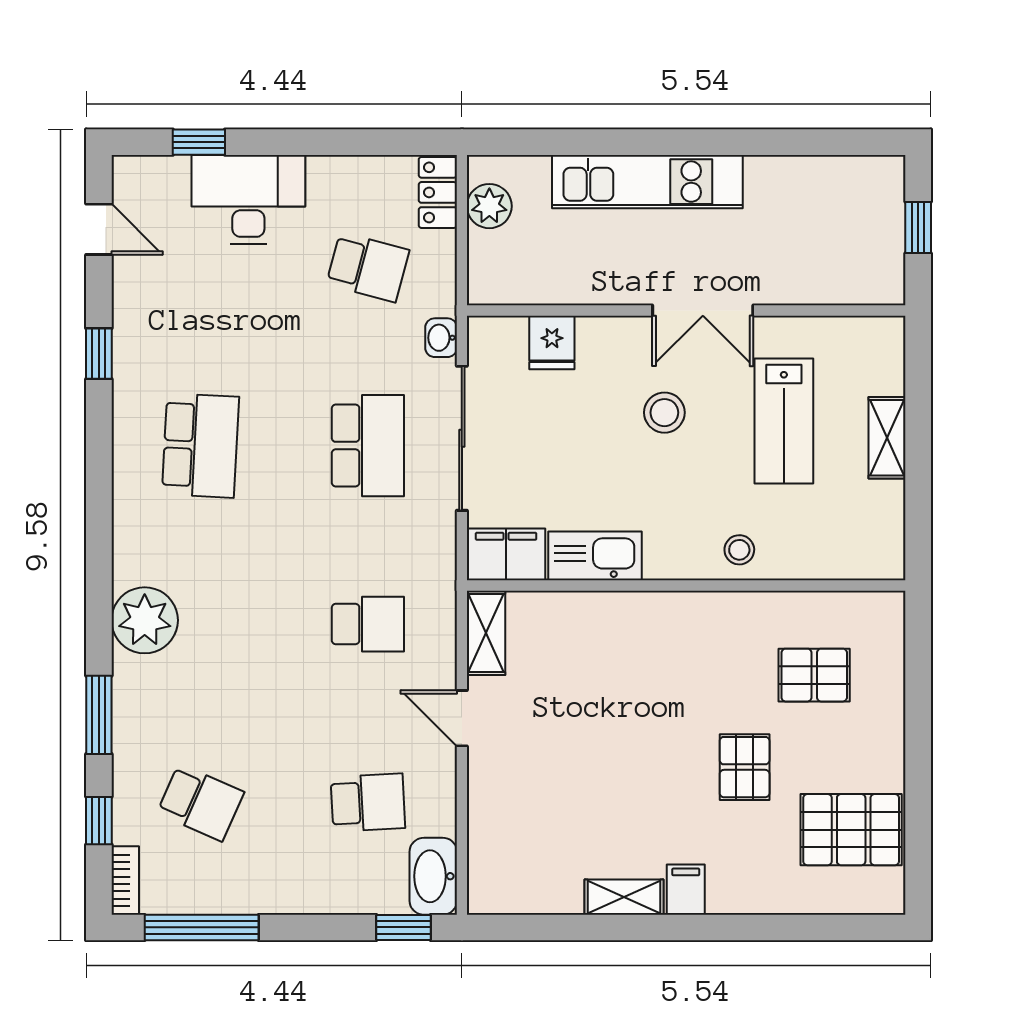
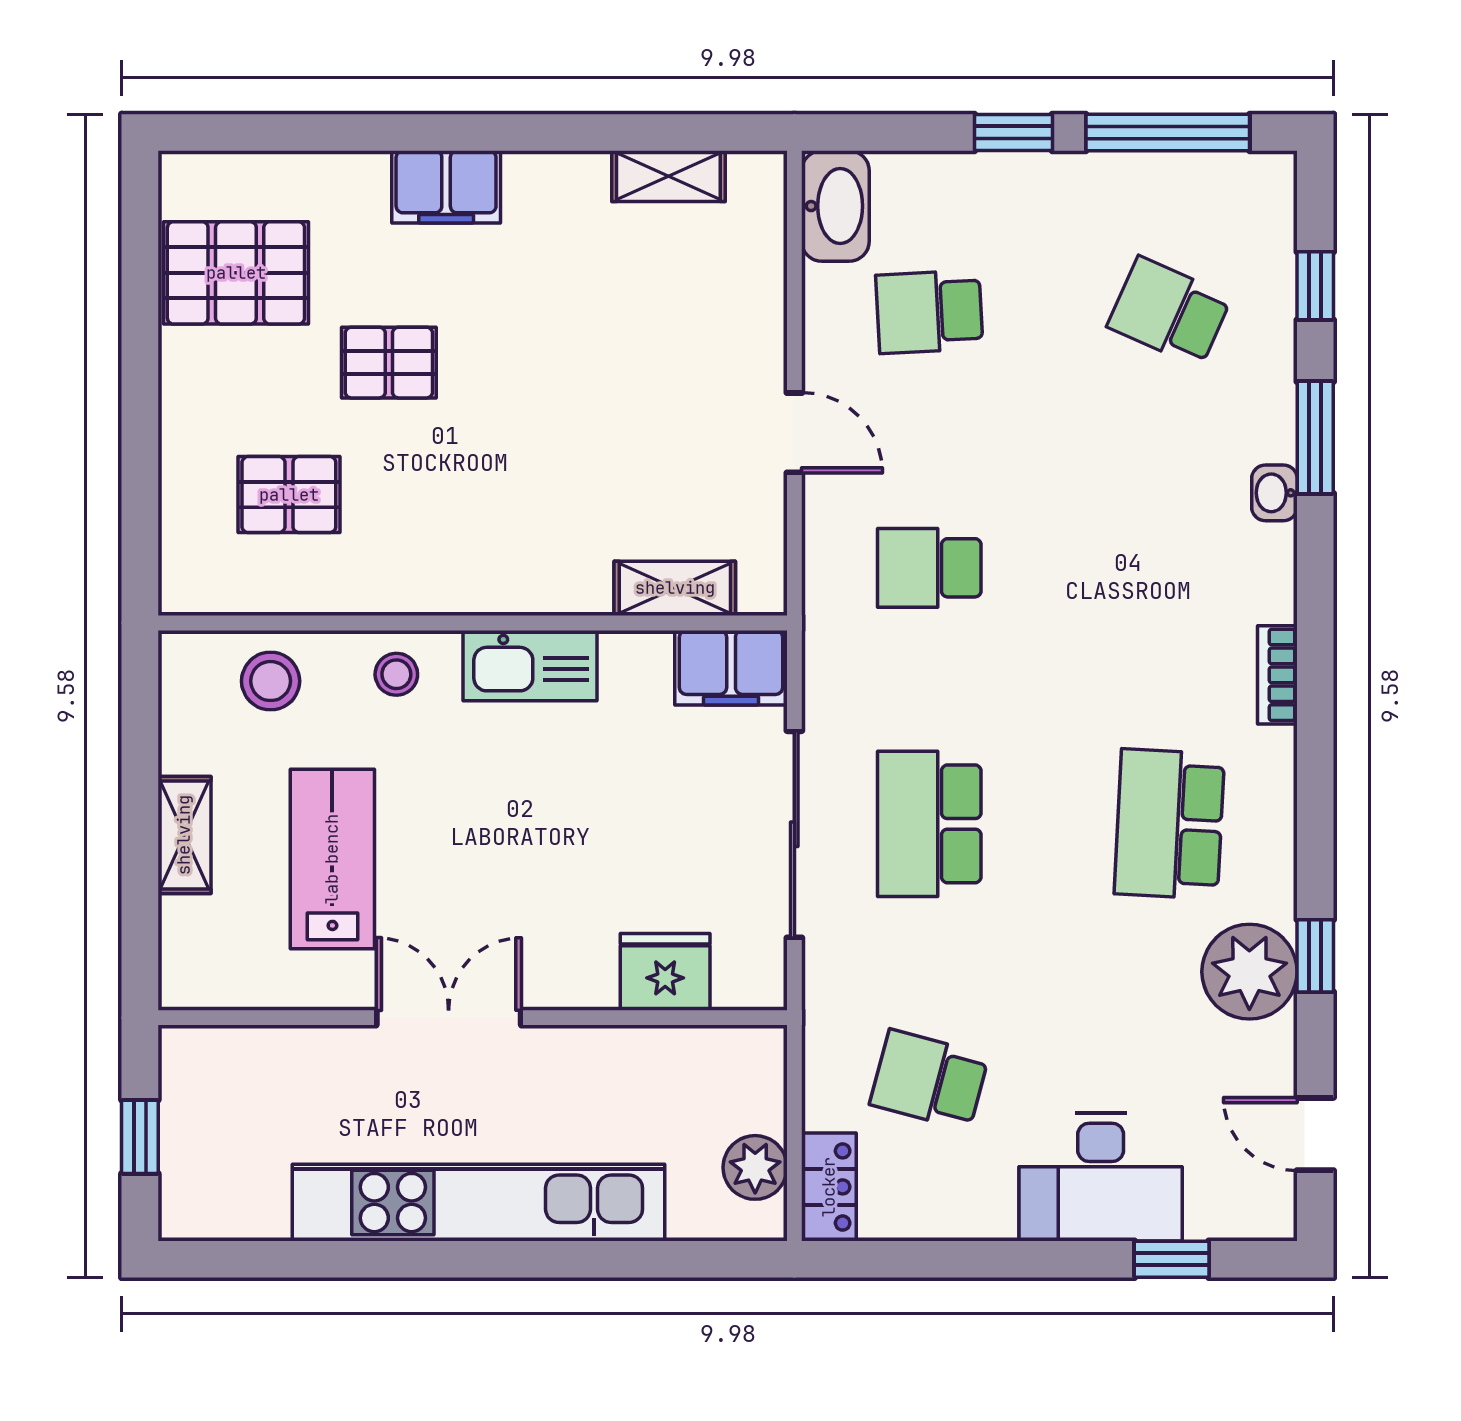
kitchen unit: (647, 182) -> (479, 1203), width x1.36
washbasin: (441, 338) -> (1274, 493), moved, turned 180
fridge: (552, 342) -> (665, 972), width x1.38
stool: (664, 413) -> (271, 681), moved
kitchen sink: (595, 556) -> (530, 666), moved
plant: (145, 620) -> (1249, 972), moved
shelving: (486, 633) -> (675, 588), moved, turned 90
pallet: (745, 767) -> (389, 363), turned 90
bookcase: (125, 880) -> (1277, 675), moved
filing cabinet: (686, 890) -> (446, 187), width x2.00
shelving: (624, 897) -> (668, 176), moved
window: (404, 927) -> (1013, 132), moved

